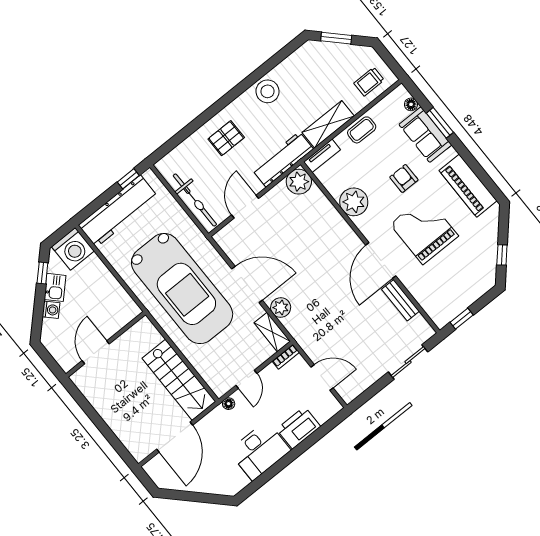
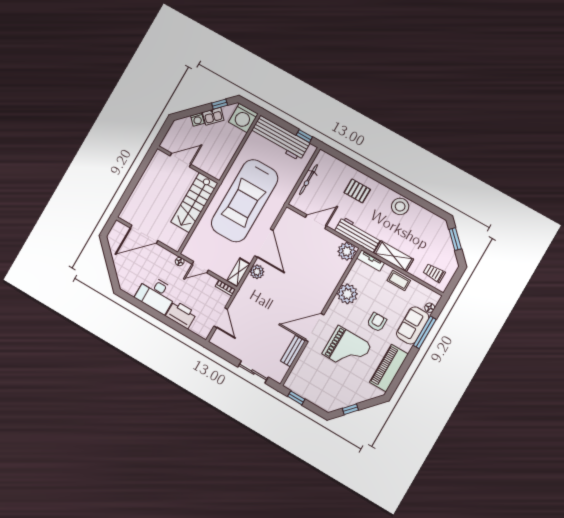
window: (440, 123) -> (425, 332), width x1.44
bicycle: (195, 200) -> (308, 180), width x0.73, depth x0.71
grand piano: (424, 230) -> (347, 349), turned 90
stairs: (179, 380) -> (194, 203), moved

